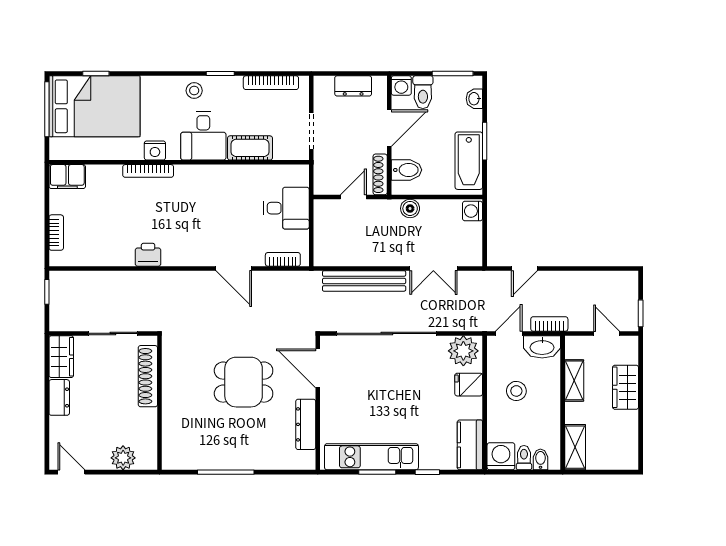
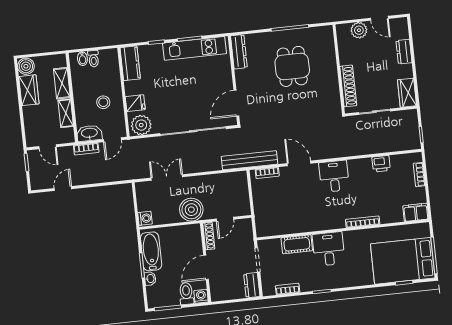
bookcase: (271, 83) -> (288, 289), width x0.64
dresser: (353, 86) -> (252, 285), moved, turned -90
stool: (194, 91) -> (338, 278), removed
washbasin: (474, 99) -> (150, 279), moved
nightstand: (155, 150) -> (360, 236), removed
bidet: (406, 170) -> (192, 241), removed
desk: (286, 208) -> (334, 176), moved, turned 90
boiler: (410, 208) -> (191, 210), width x1.86, depth x1.86
printer: (148, 255) -> (381, 164), moved
door: (524, 268) -> (63, 189), moved
bench: (364, 281) -> (249, 160), moved
door: (318, 368) -> (236, 103), swing flipped
dining table: (244, 382) -> (292, 66), moved, turned 90
wardrobe: (626, 387) -> (29, 90), moved
dresser: (59, 397) -> (404, 52), moved
dresser: (306, 424) -> (239, 52), moved
shelving: (575, 447) -> (62, 83), moved
washing machine: (501, 456) -> (109, 58), removed
boiler: (626, 457) -> (26, 66), added
door: (71, 472) -> (379, 18), moved

